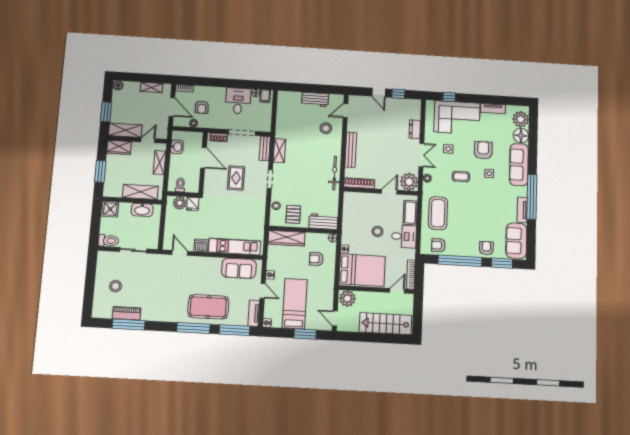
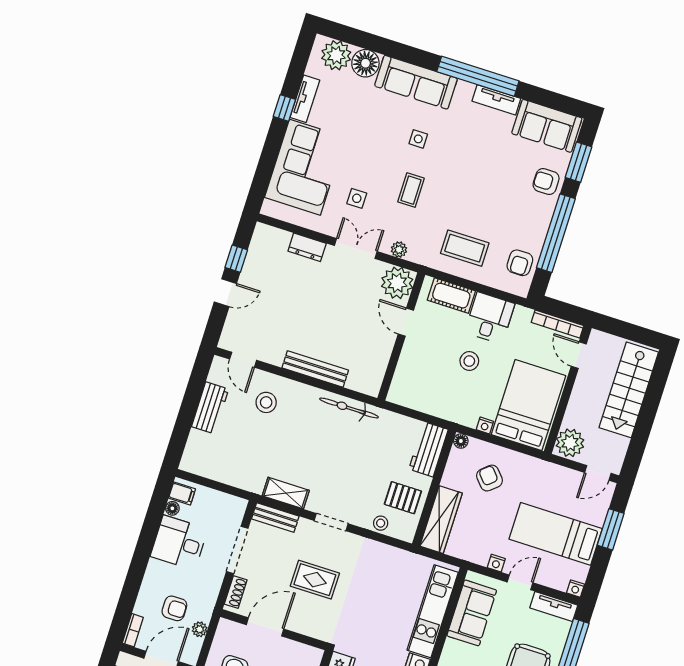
window: (449, 97) -> (284, 108), moved
armchair: (483, 150) -> (375, 137), removed
shoe rack: (359, 183) -> (378, 370), removed
coffee table: (438, 213) -> (465, 248), width x0.73, depth x0.76
armchair: (316, 259) -> (489, 478), turned 139

